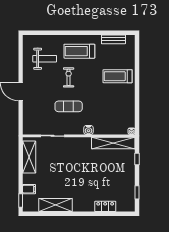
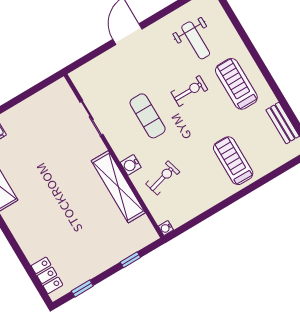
exercise bike: (105, 118) -> (163, 178), added
shelving: (113, 143) -> (118, 187), moved
shelving: (29, 157) -> (41, 103), removed
locker: (105, 206) -> (47, 275), moved

